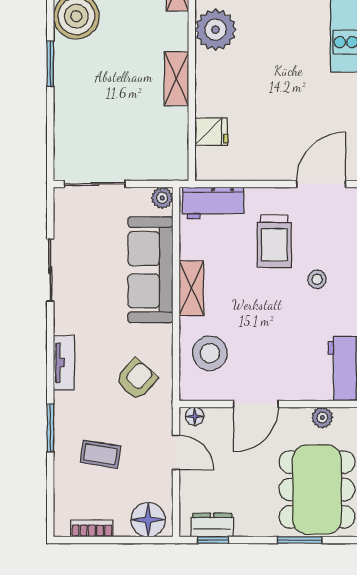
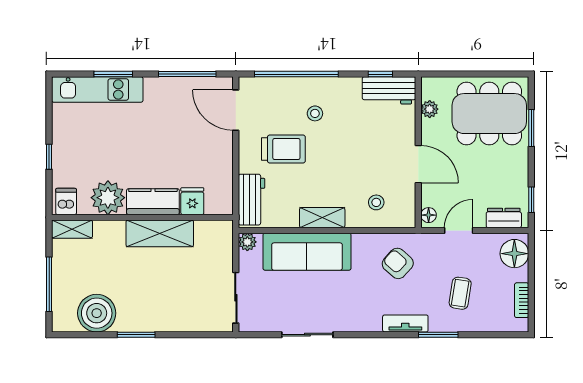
shelving: (176, 79) -> (160, 233), width x1.50, depth x1.33
kitchen counter: (211, 84) -> (153, 202), added
stool: (210, 353) -> (376, 202), width x0.53, depth x0.53
tv unit: (64, 363) -> (405, 323), moved
dresser: (212, 525) -> (504, 218), moved, turned 90

